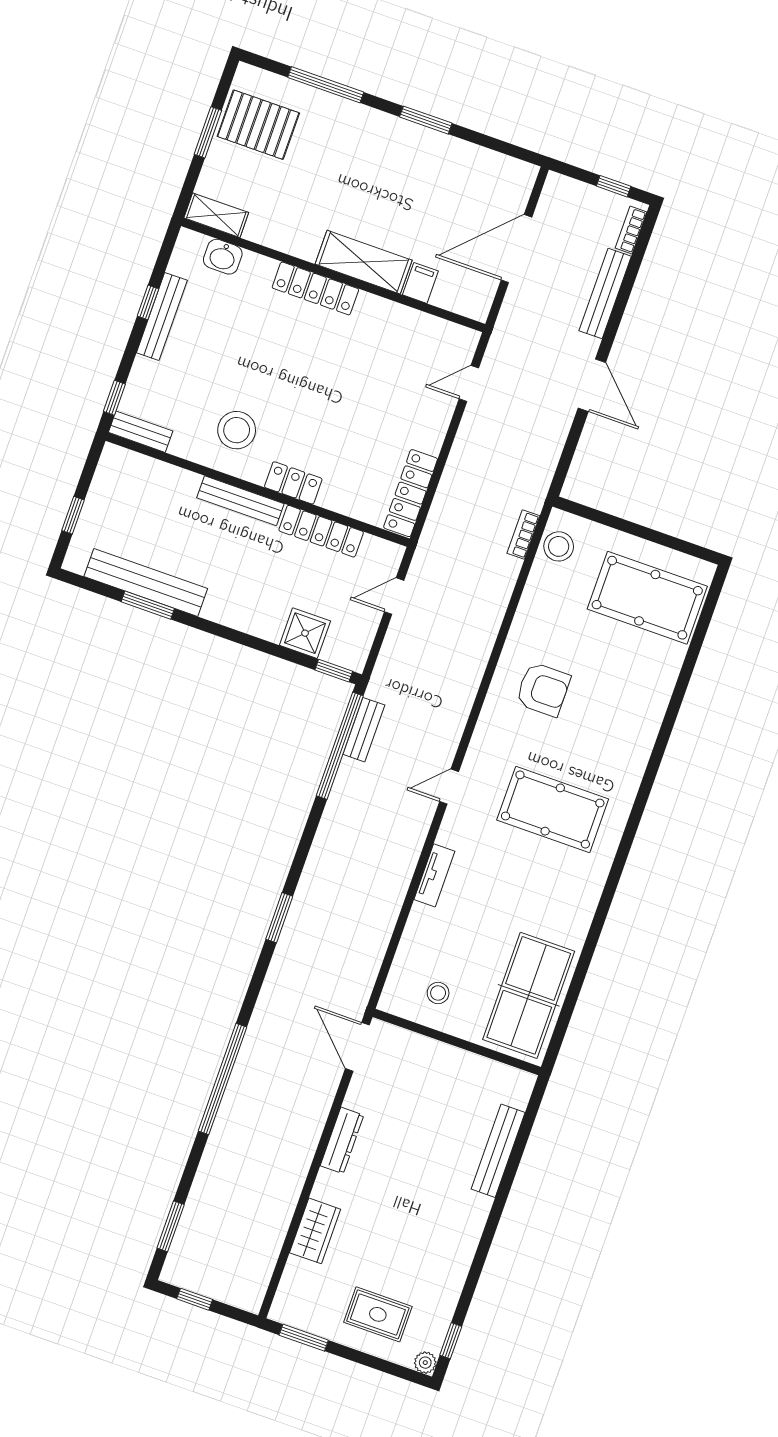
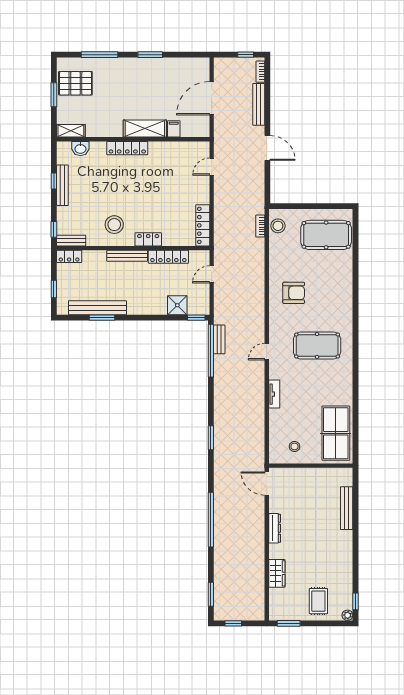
locker: (126, 462) -> (69, 256), added
rug: (378, 1314) -> (318, 601), turned 90

